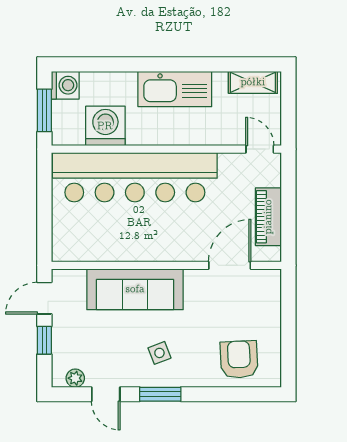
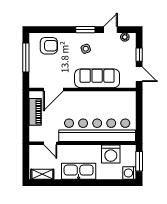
door: (260, 149) -> (50, 143), moved
door: (44, 298) -> (139, 74), hinge flipped
window: (288, 334) -> (26, 57), added
armchair: (239, 359) -> (49, 46), turned -87
door: (106, 394) -> (111, 30), hinge flipped

